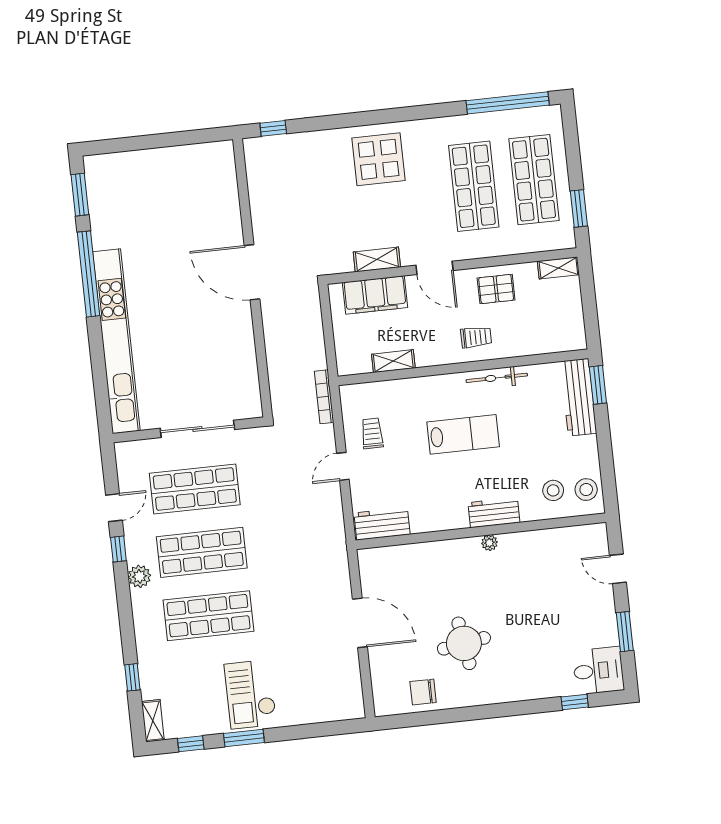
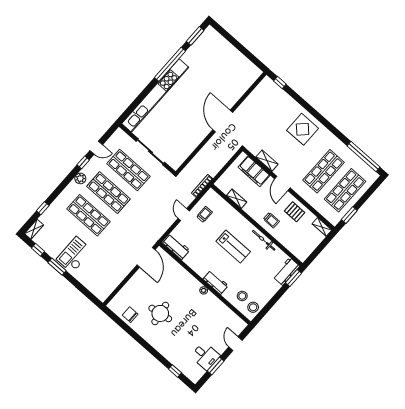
workbench: (578, 397) -> (286, 271), width x0.73
door: (343, 466) -> (184, 215), hinge flipped
door: (360, 623) -> (146, 257), moved
desk: (598, 671) -> (205, 356), moved

